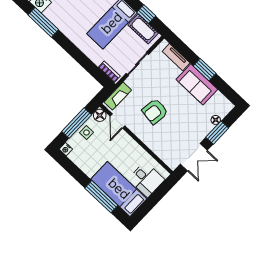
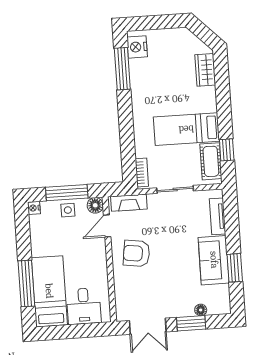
window: (205, 70) -> (235, 268), moved
armchair: (155, 111) -> (137, 253), moved

